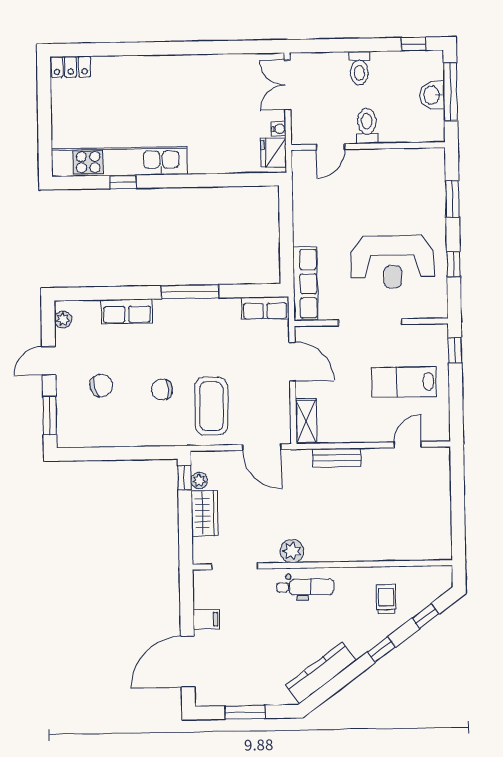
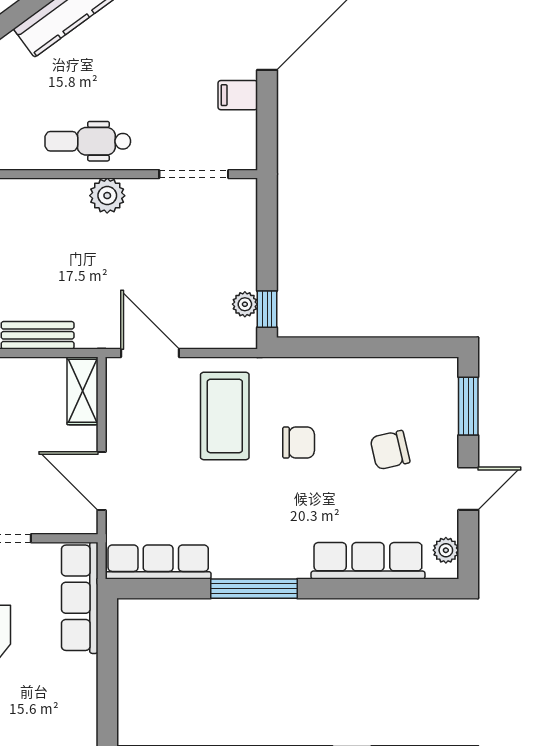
row of seats: (265, 308) -> (158, 562), width x1.48
row of seats: (127, 312) -> (368, 561), width x1.48
wardrobe: (205, 513) -> (238, 255), removed

